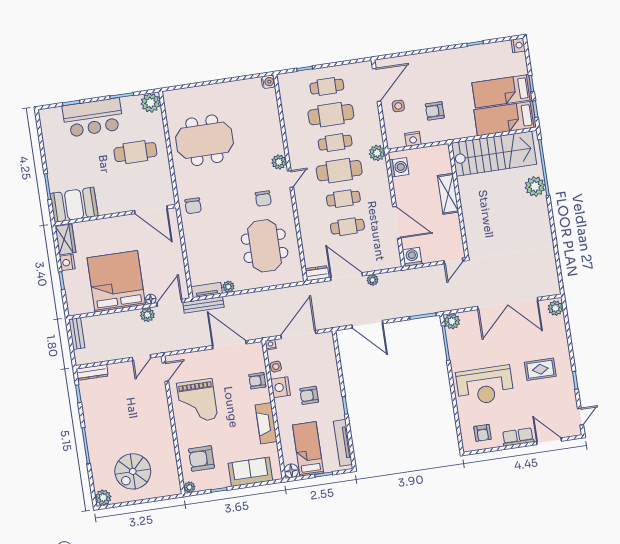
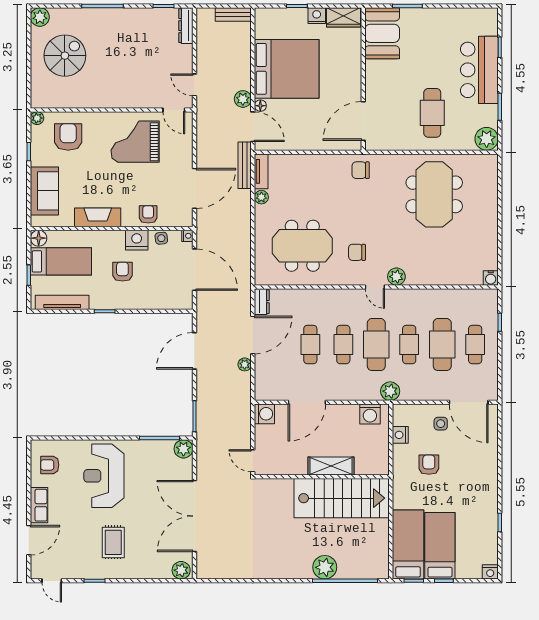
stairs: (494, 154) -> (341, 498), moved, turned -90
spiral stairs: (133, 471) -> (65, 56), turned 90

